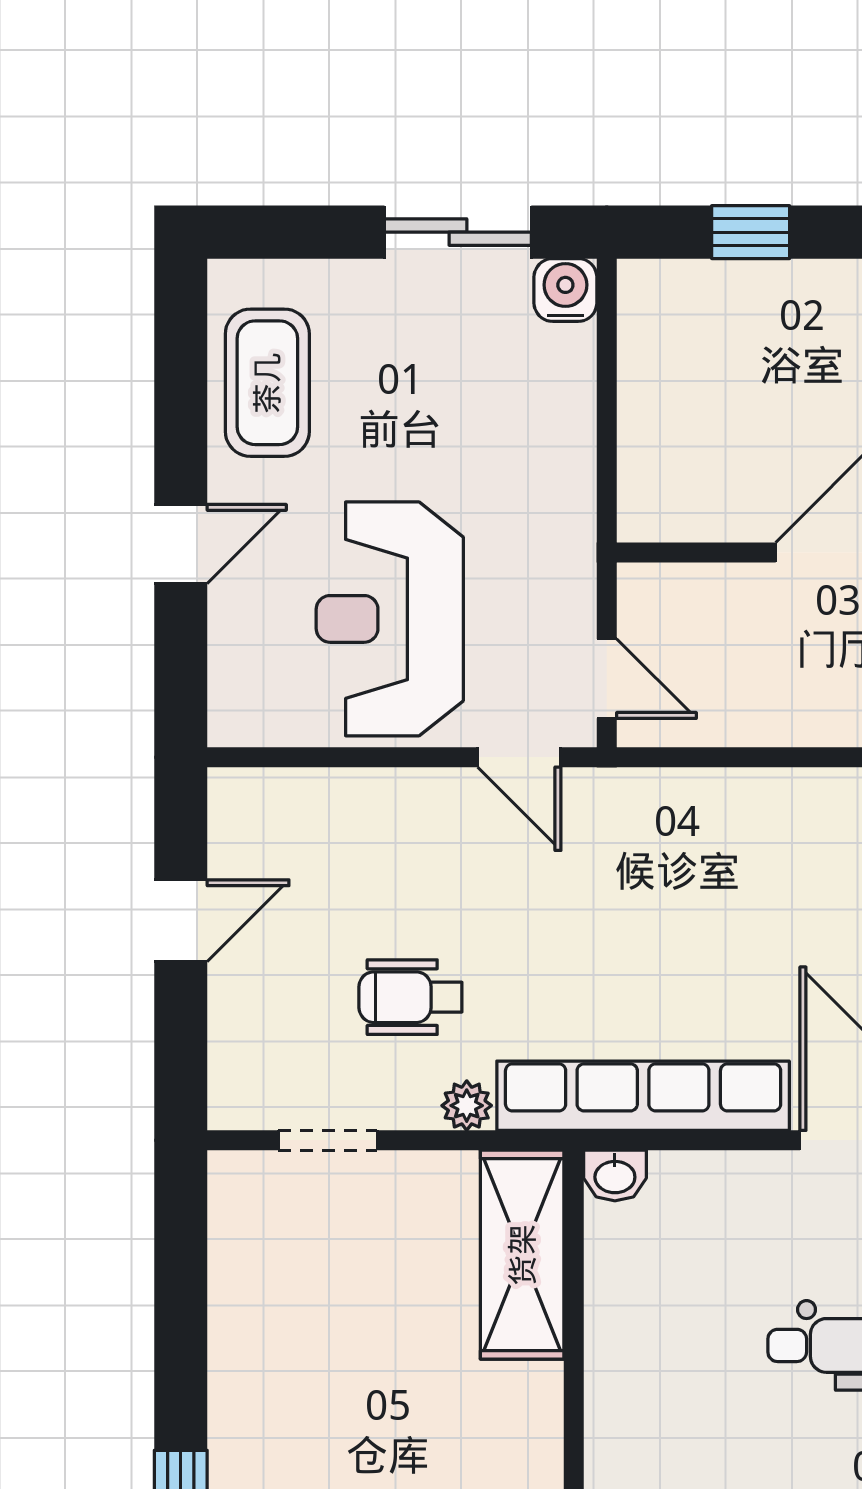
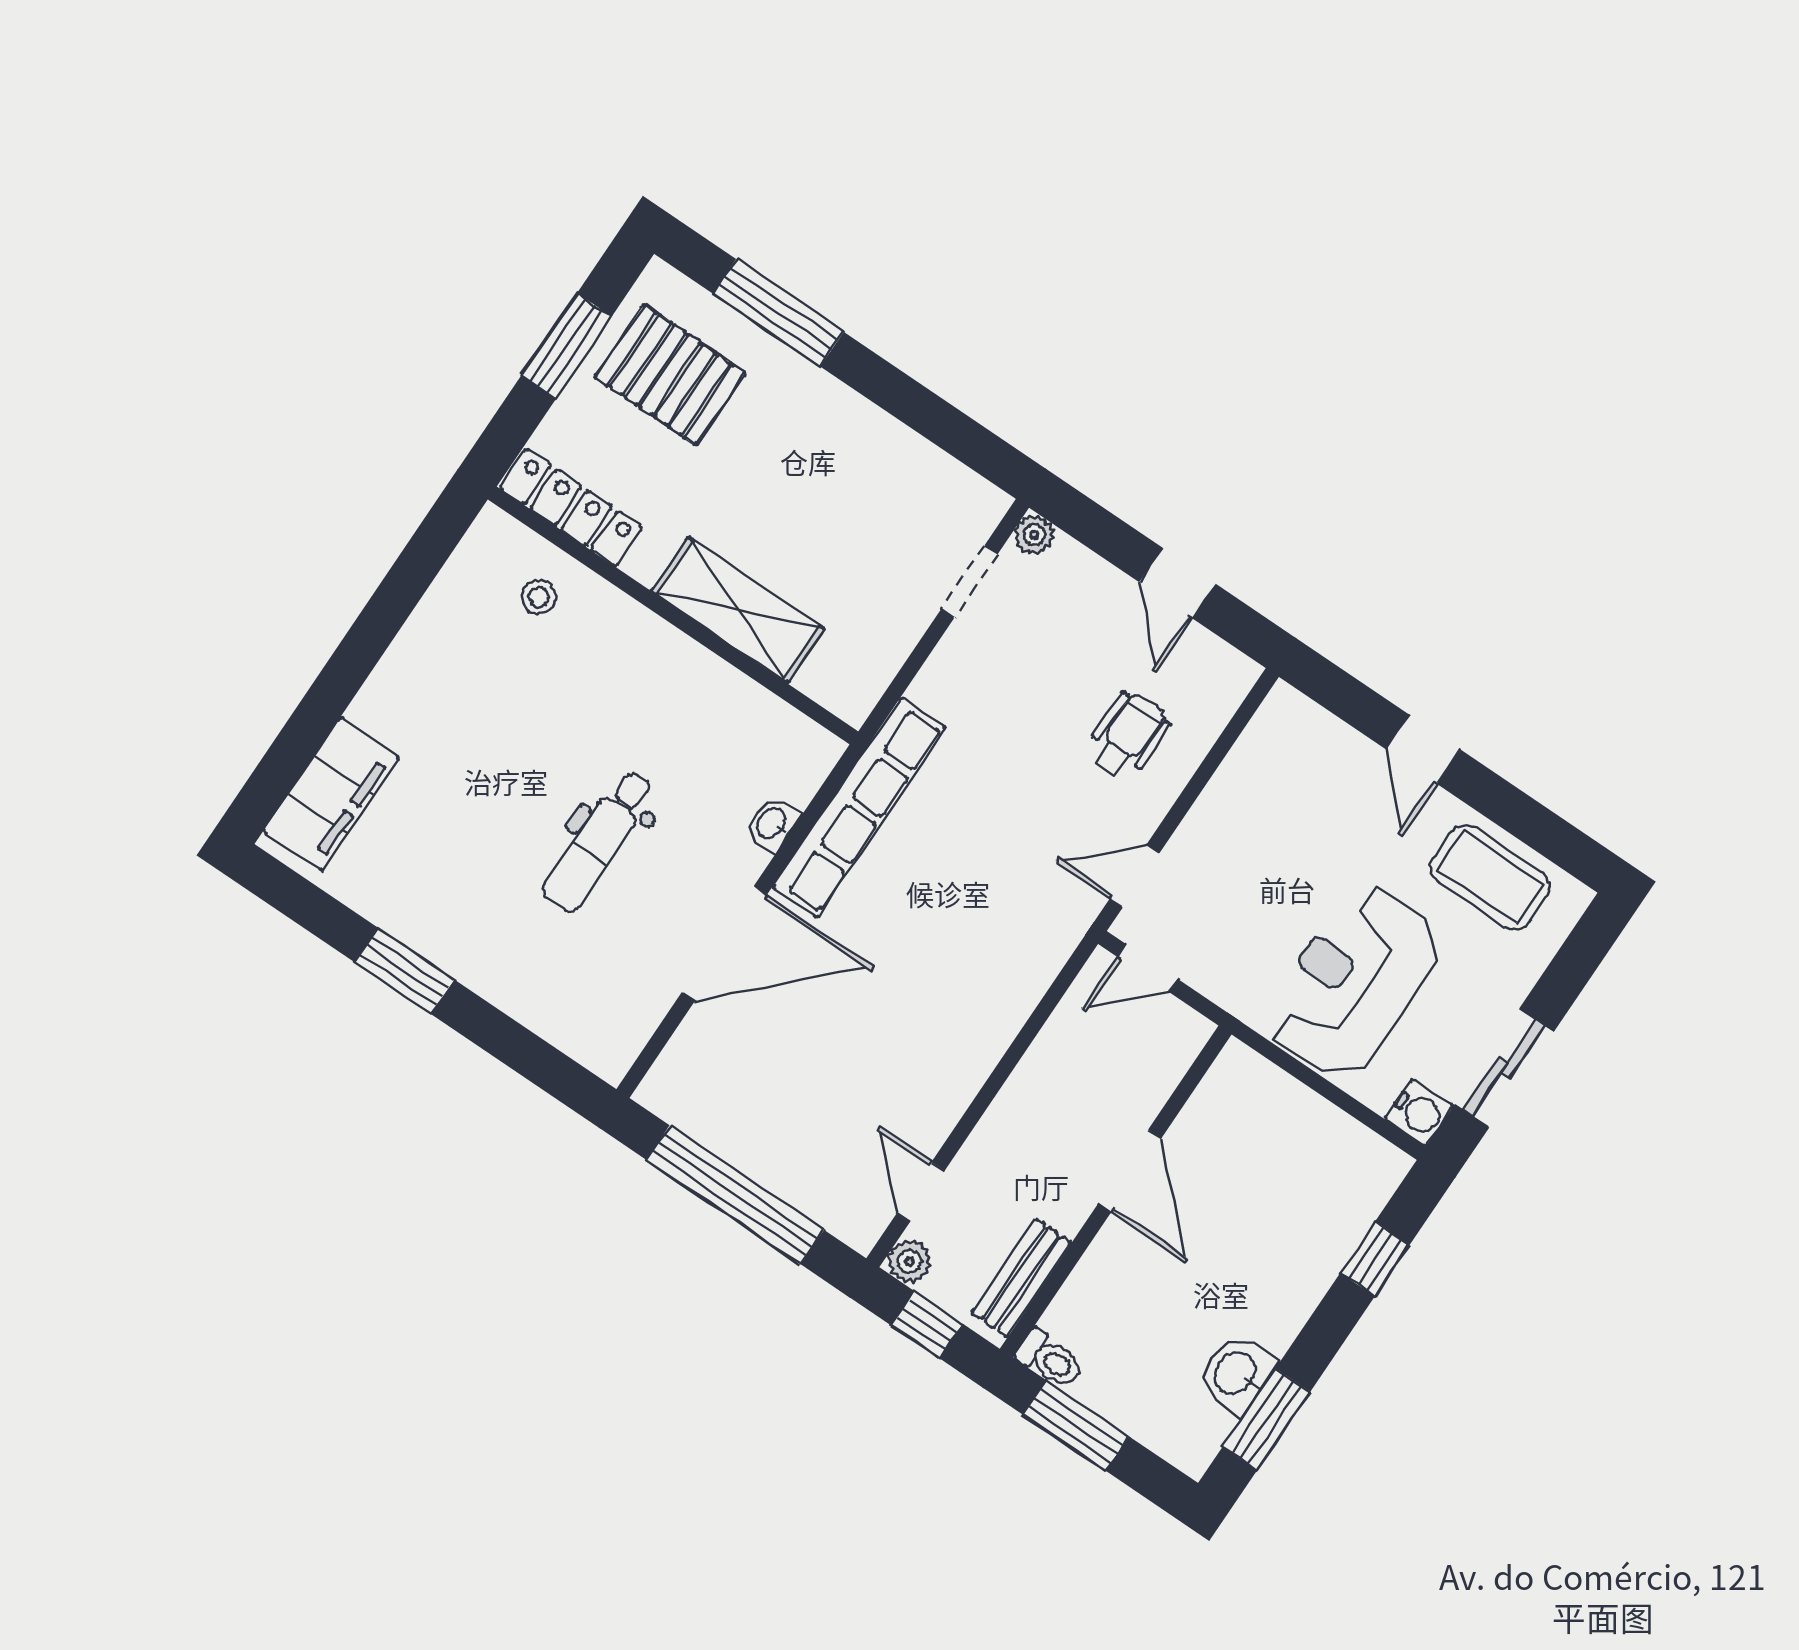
reception desk: (390, 619) -> (1354, 982), moved, turned -90
wheelchair: (410, 997) -> (1128, 736), moved
plant: (467, 1106) -> (1034, 535), moved
washbasin: (615, 1176) -> (772, 824), moved
shelving: (522, 1255) -> (738, 610), moved

